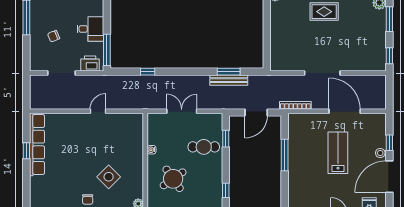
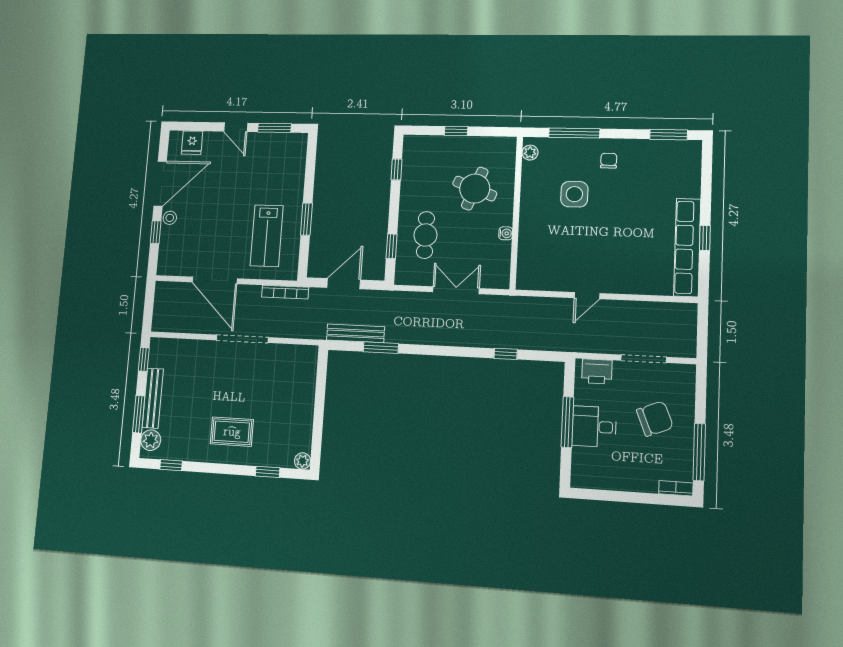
bench: (381, 30) -> (153, 398), added
chair: (54, 36) -> (655, 419), width x1.87, depth x1.87
window: (107, 50) -> (567, 422), moved
bench: (229, 80) -> (355, 333), moved
double door: (182, 111) -> (456, 290), swing flipped
cafe table: (204, 147) -> (425, 235), turned 90
lab bench: (338, 153) -> (267, 236), moved
window: (285, 155) -> (306, 219), width x0.69
side table: (109, 177) -> (574, 194), turned 45
round table: (173, 179) -> (475, 189), turned -34

